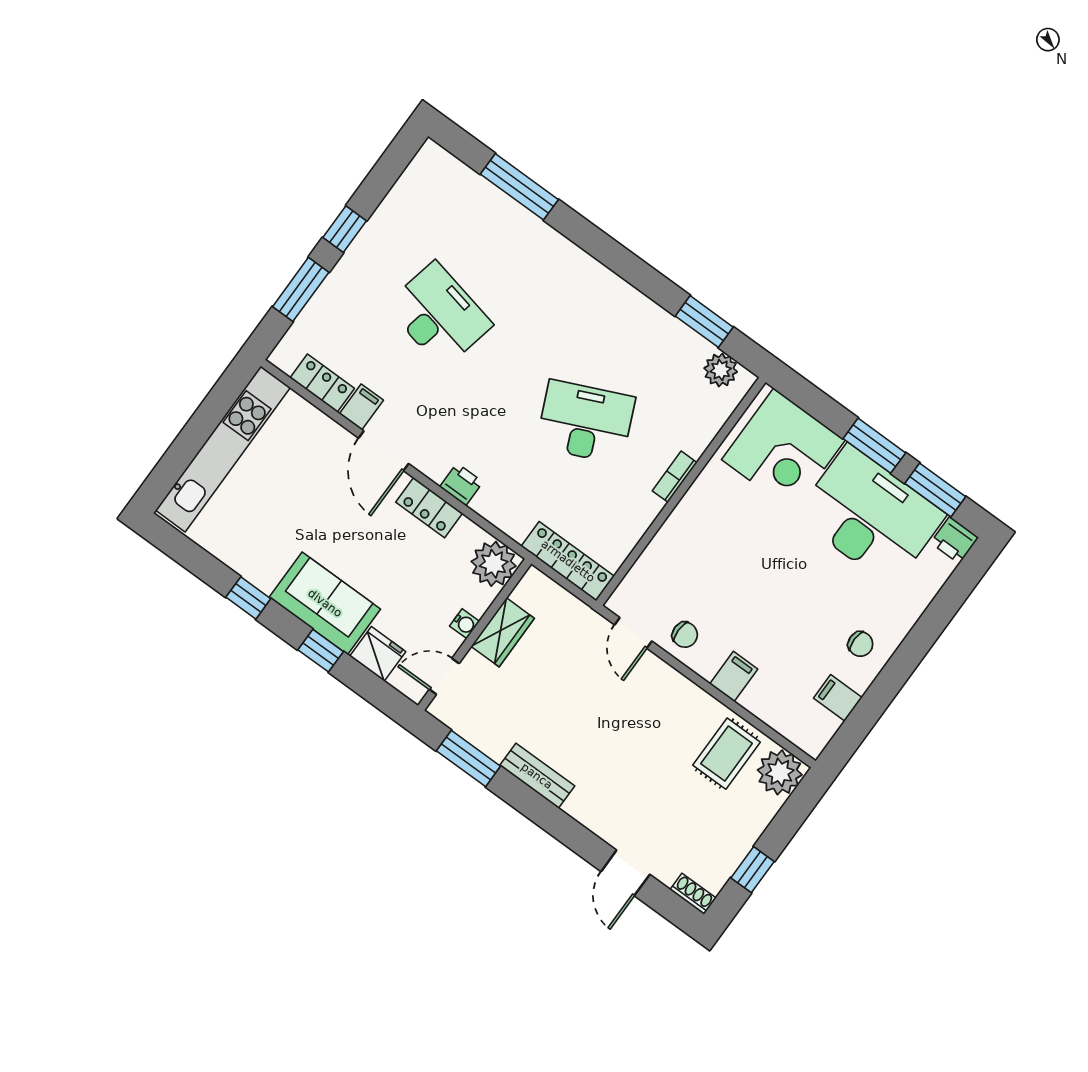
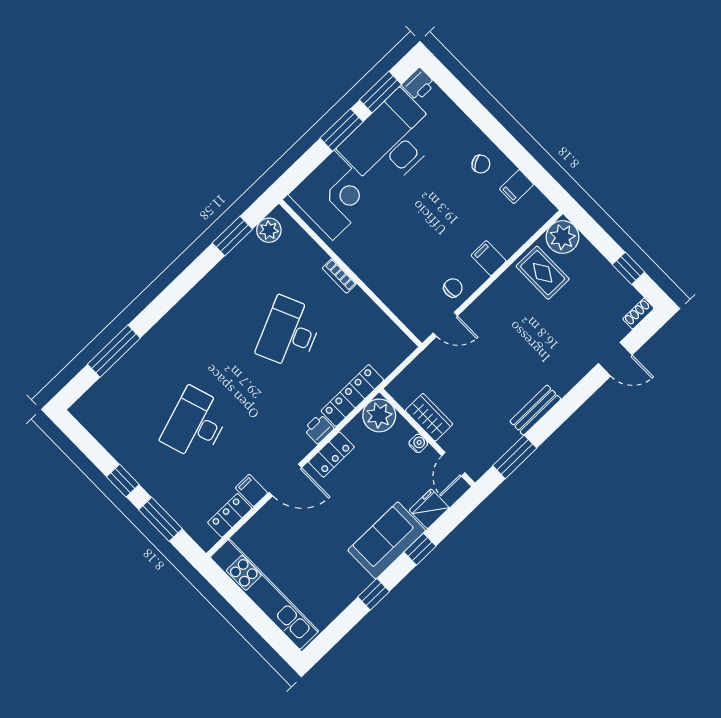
desk: (439, 315) -> (196, 424), turned -30
locker: (568, 561) -> (352, 396), moved
chair: (860, 644) -> (481, 164), turned 60

